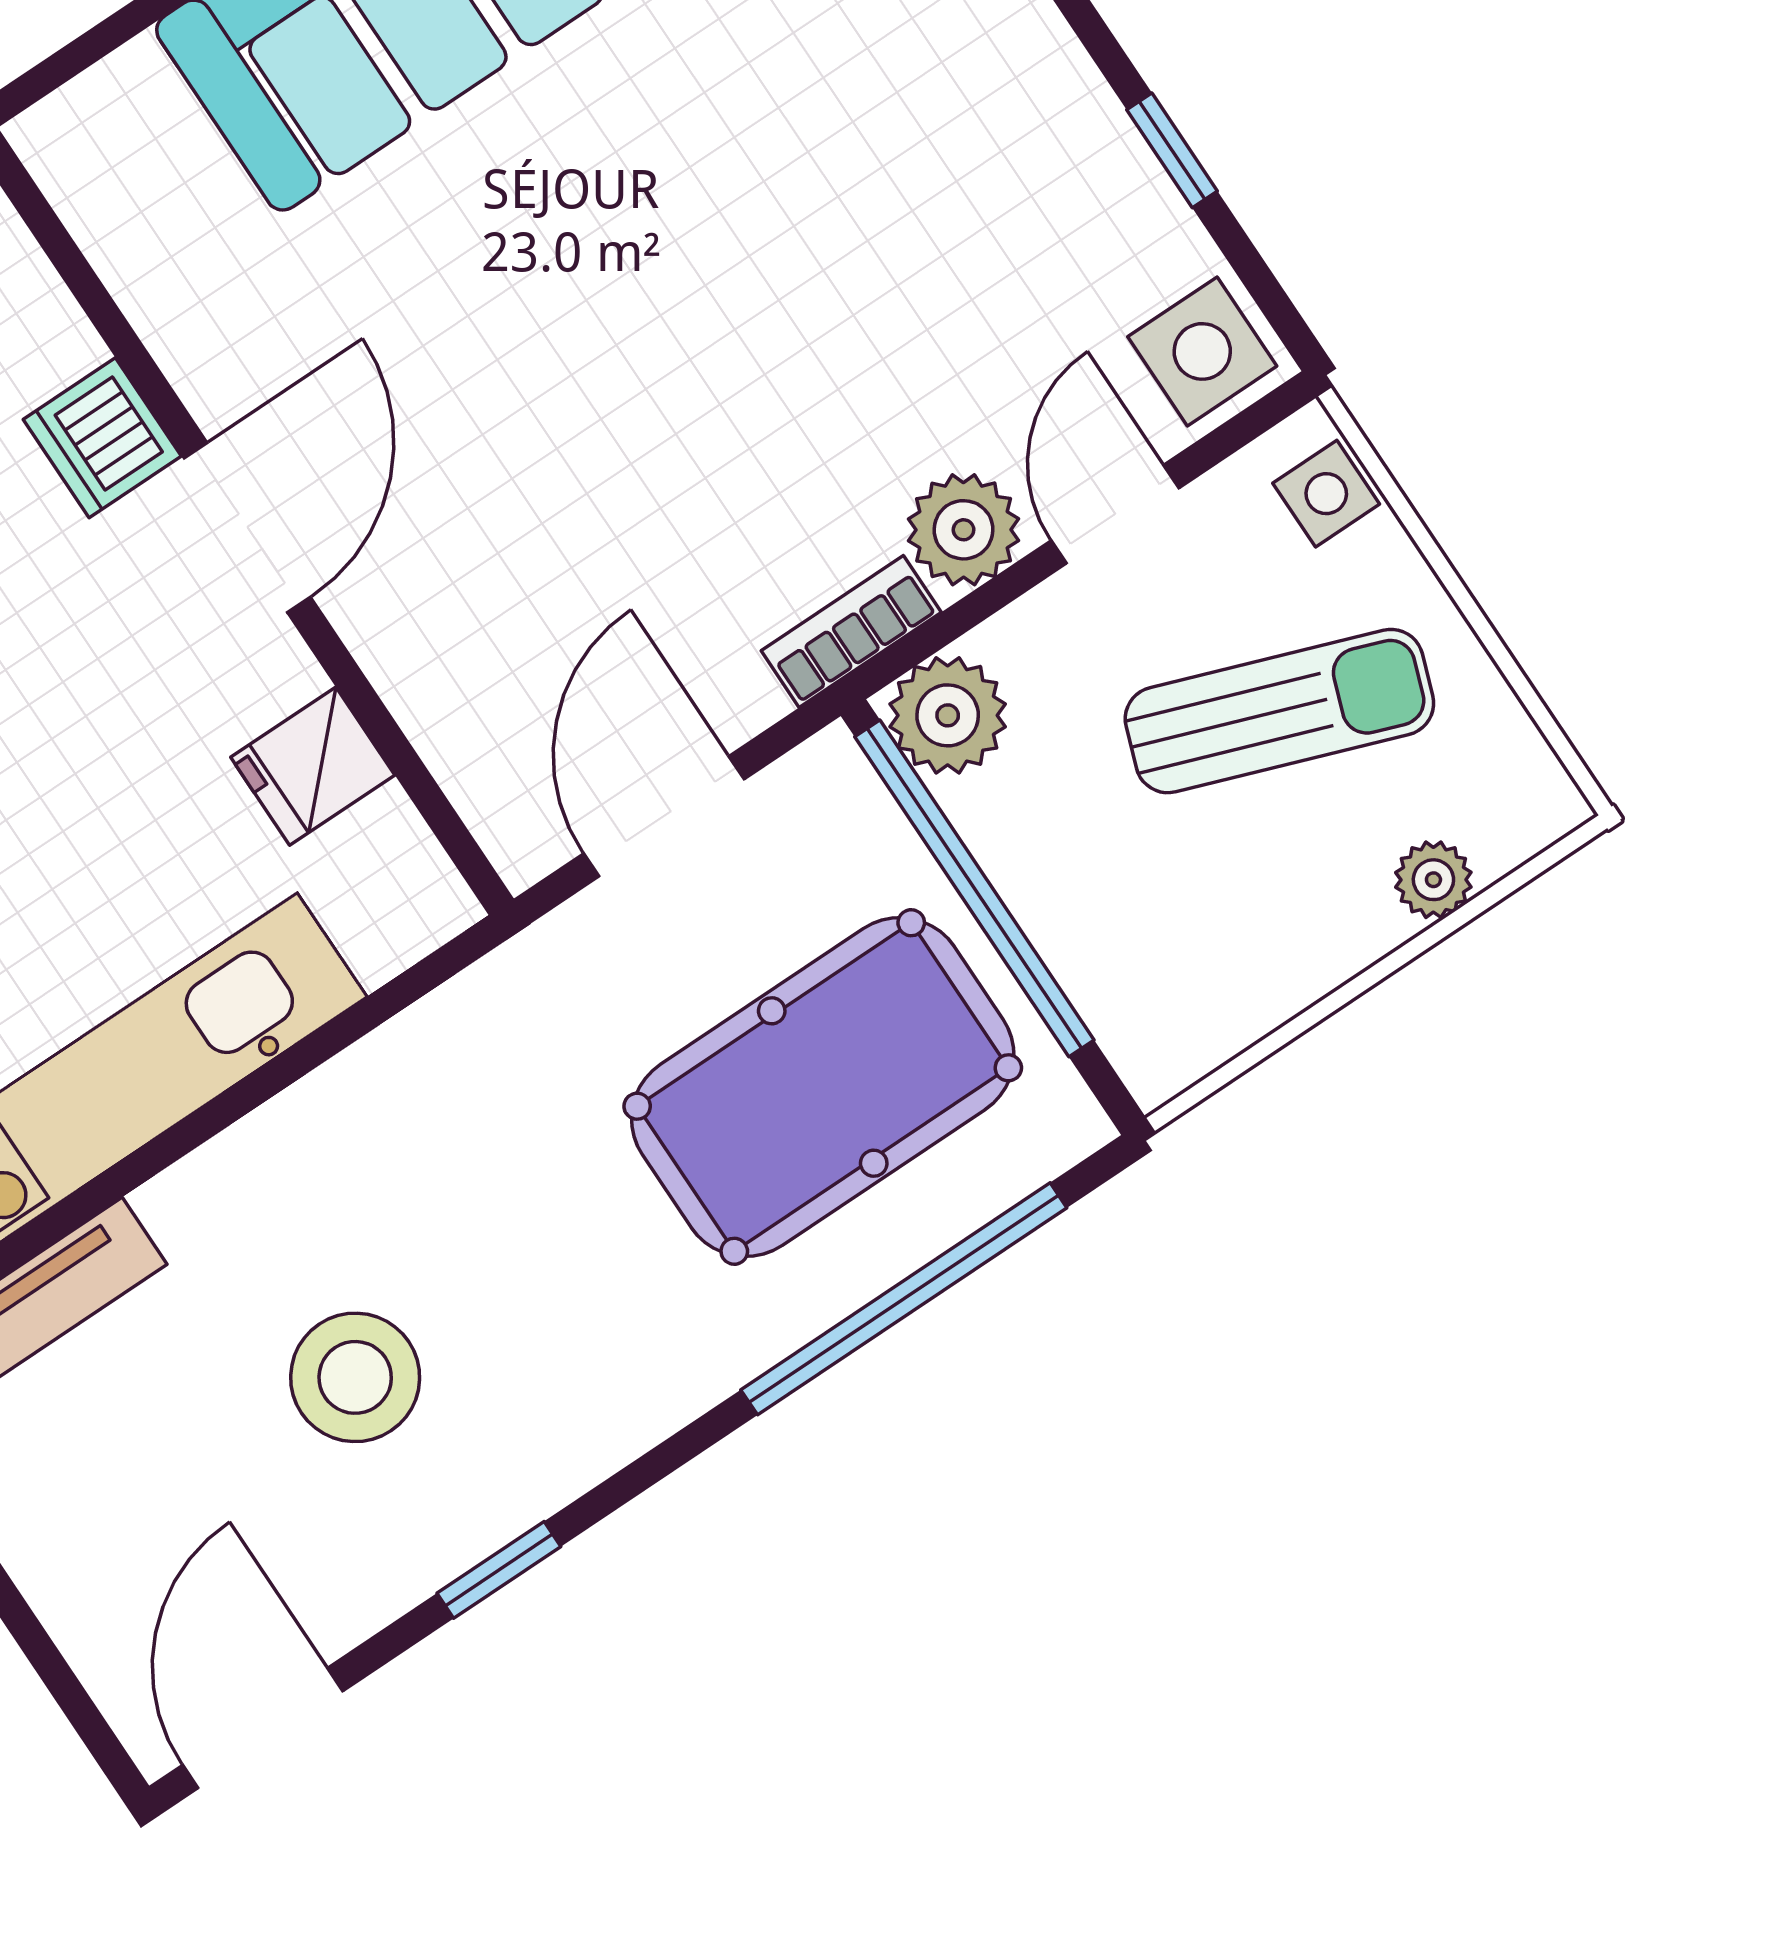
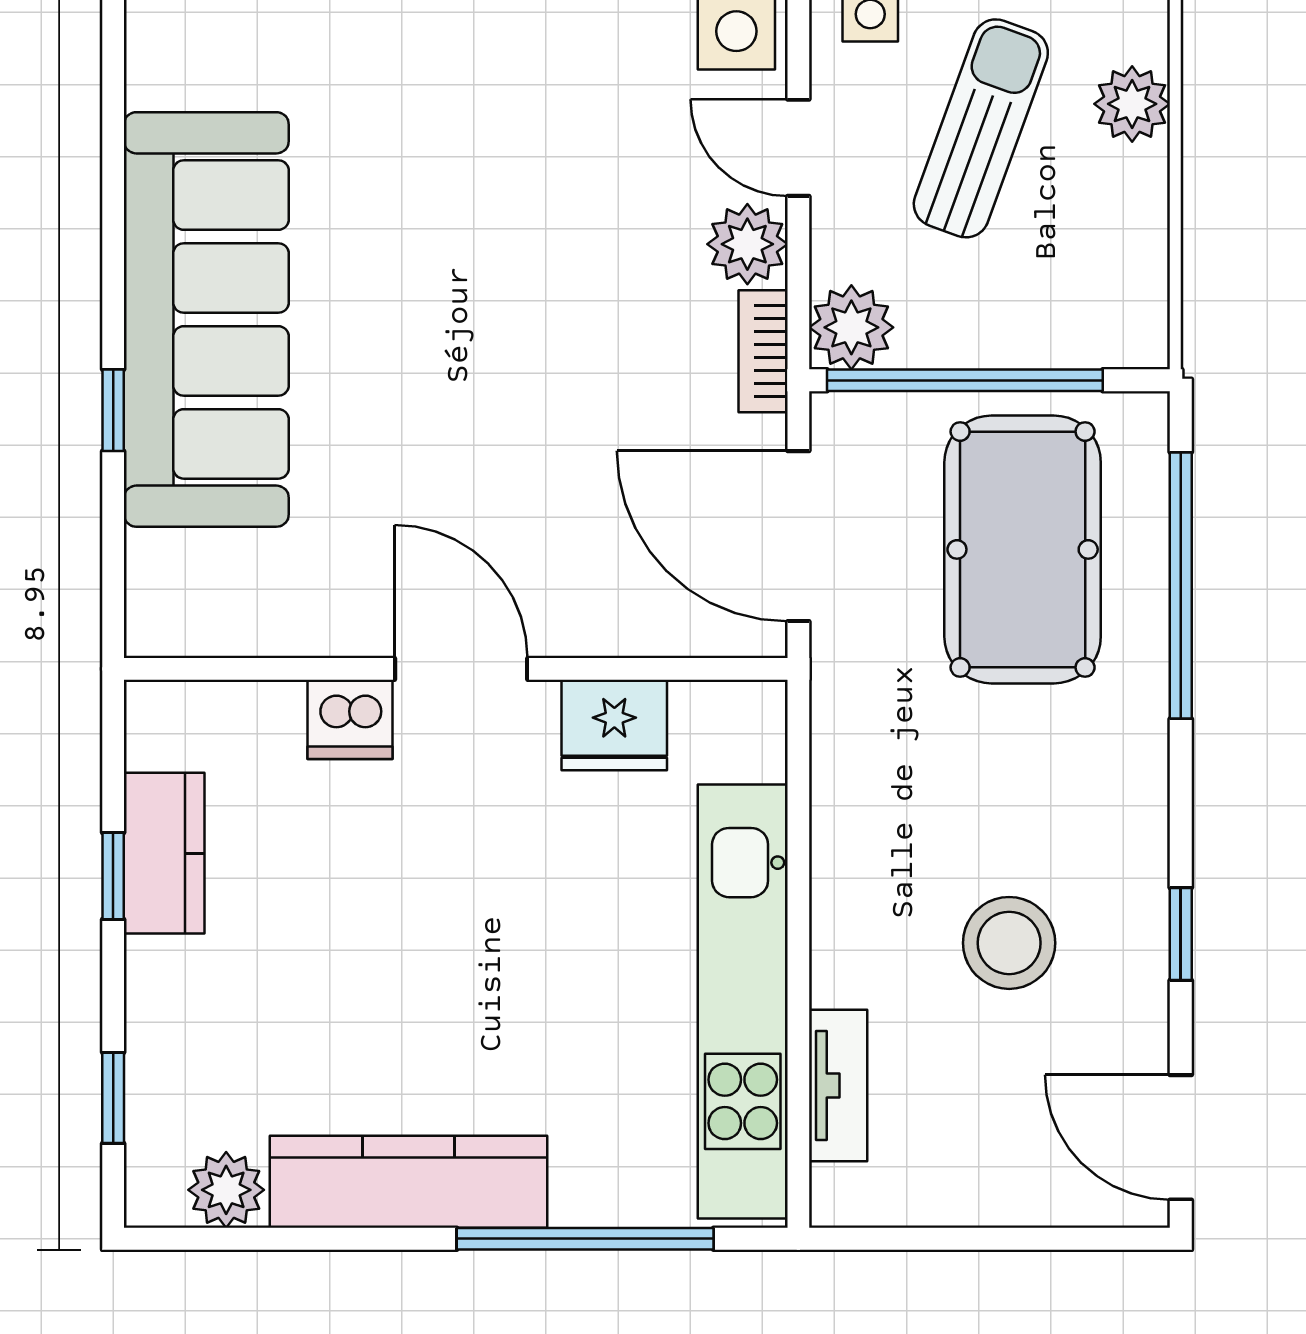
fridge: (313, 766) -> (614, 725), width x1.38
door: (664, 816) -> (798, 536), width x1.36
plant: (1433, 880) -> (1132, 104), width x1.38, depth x1.38

